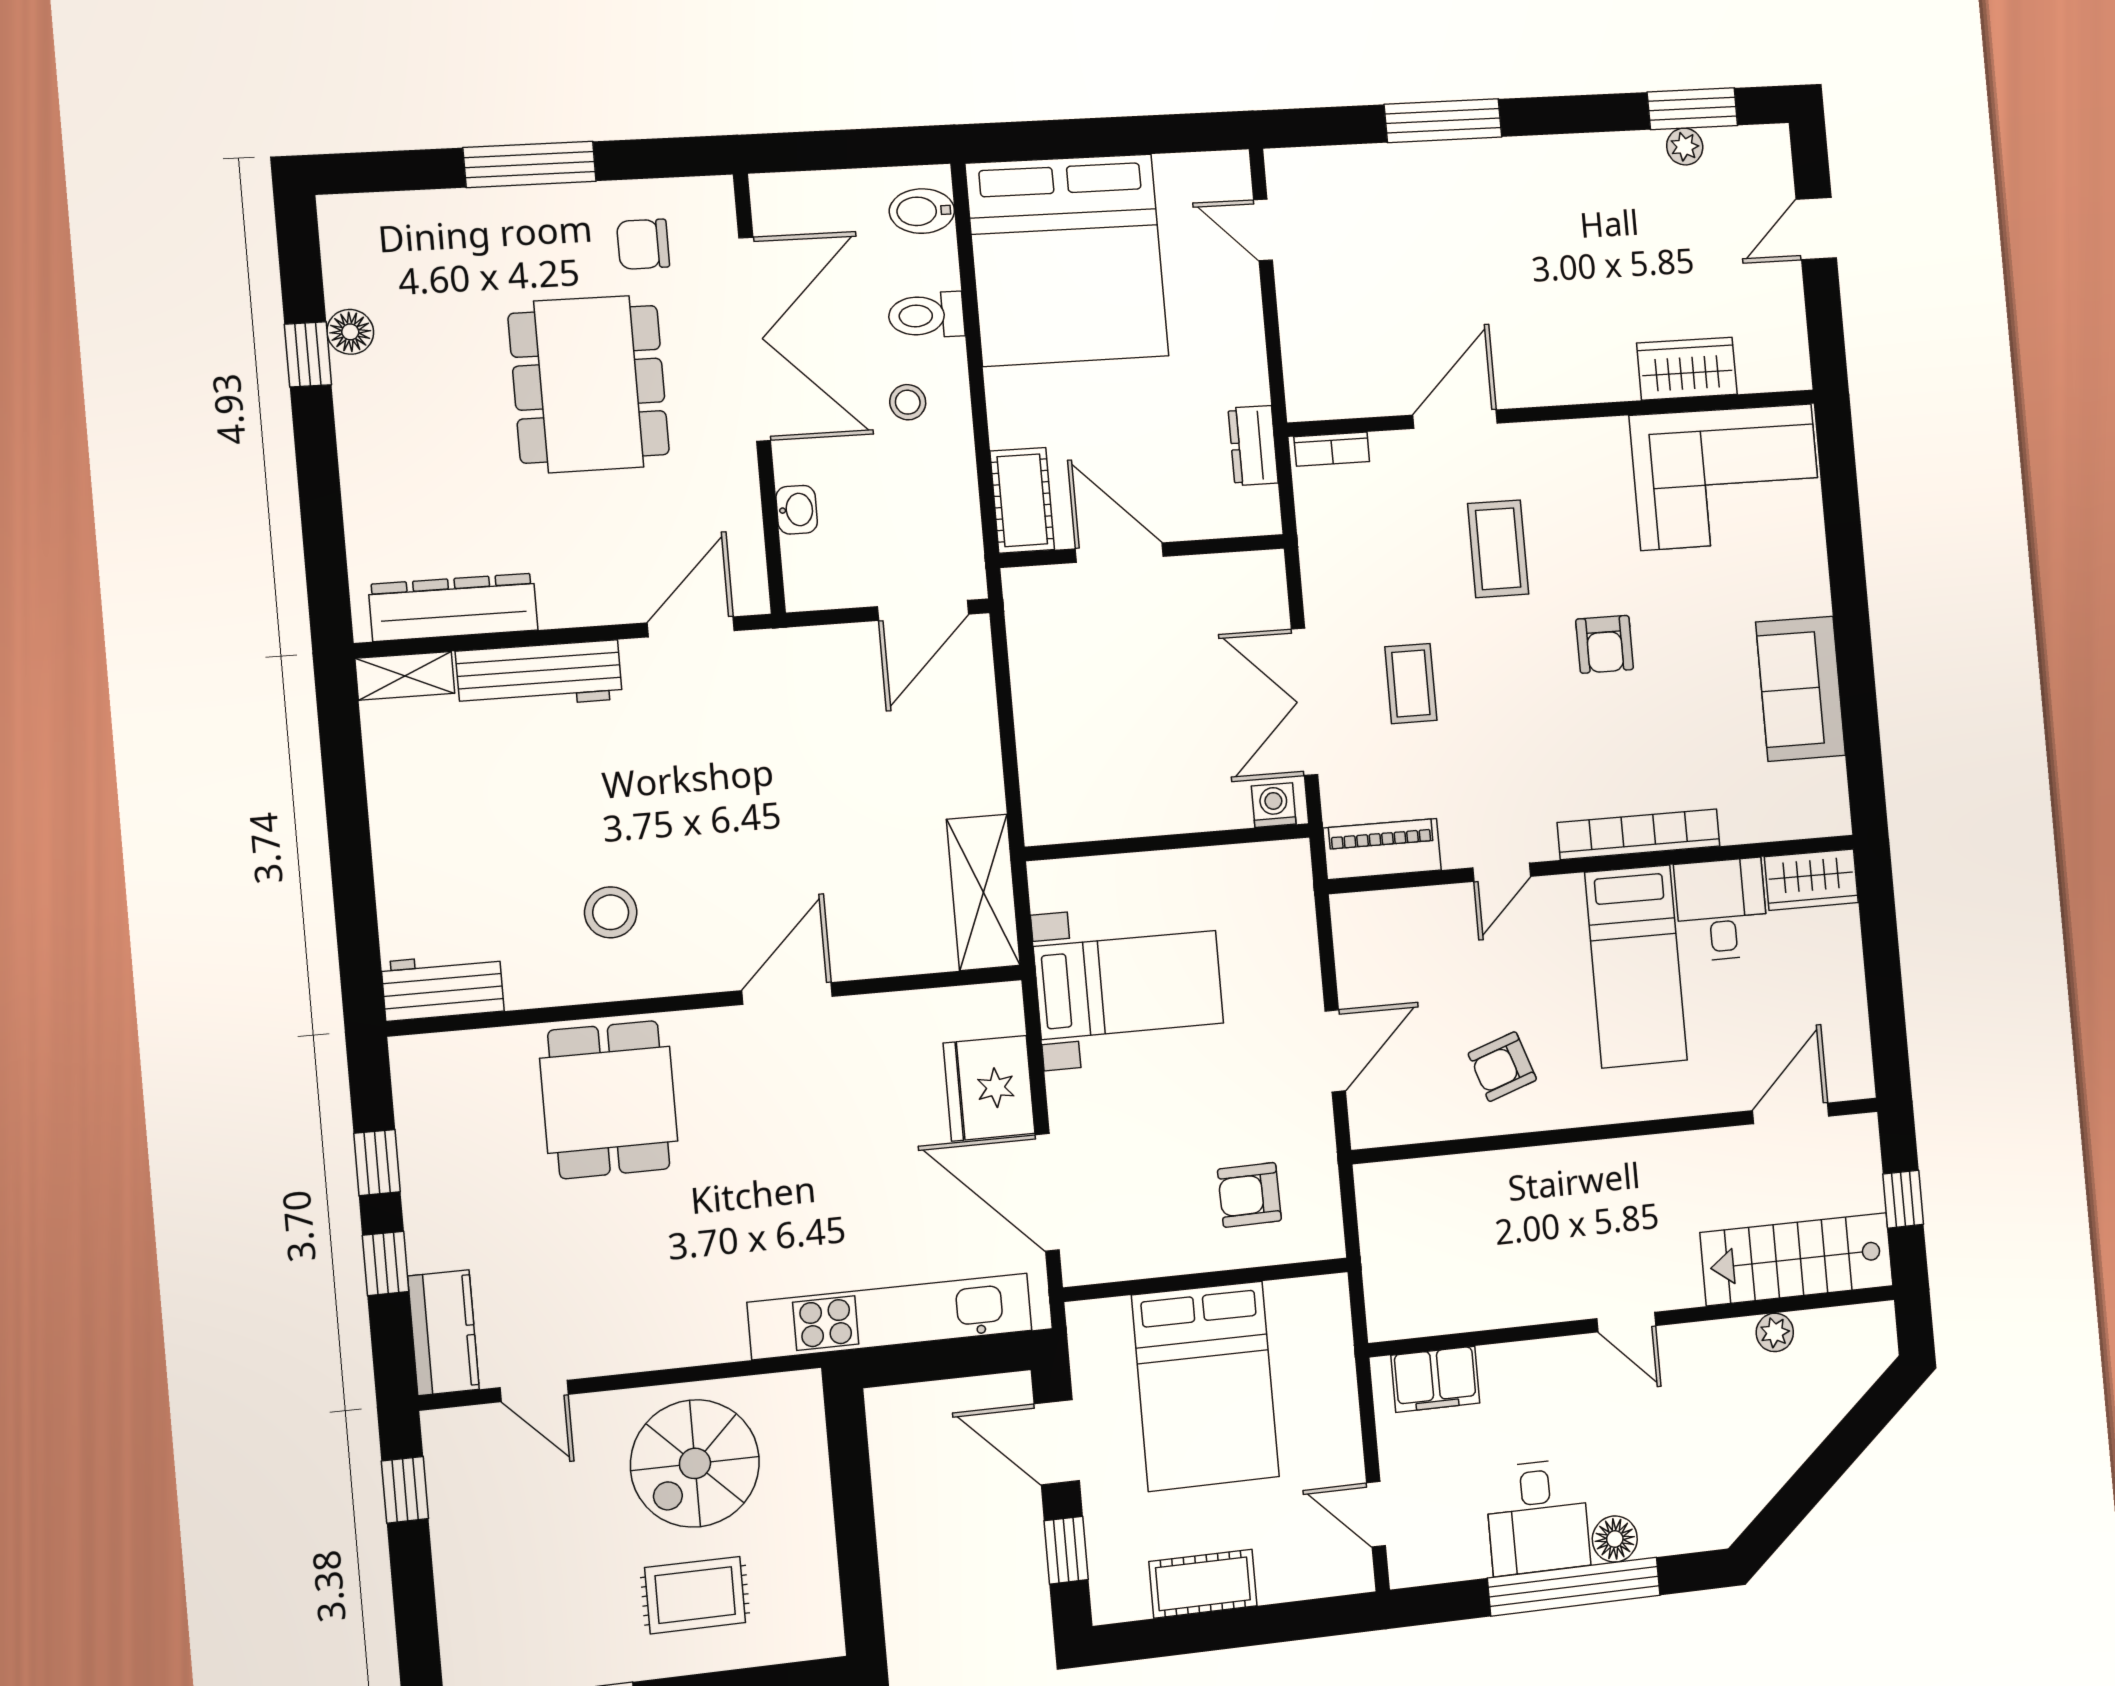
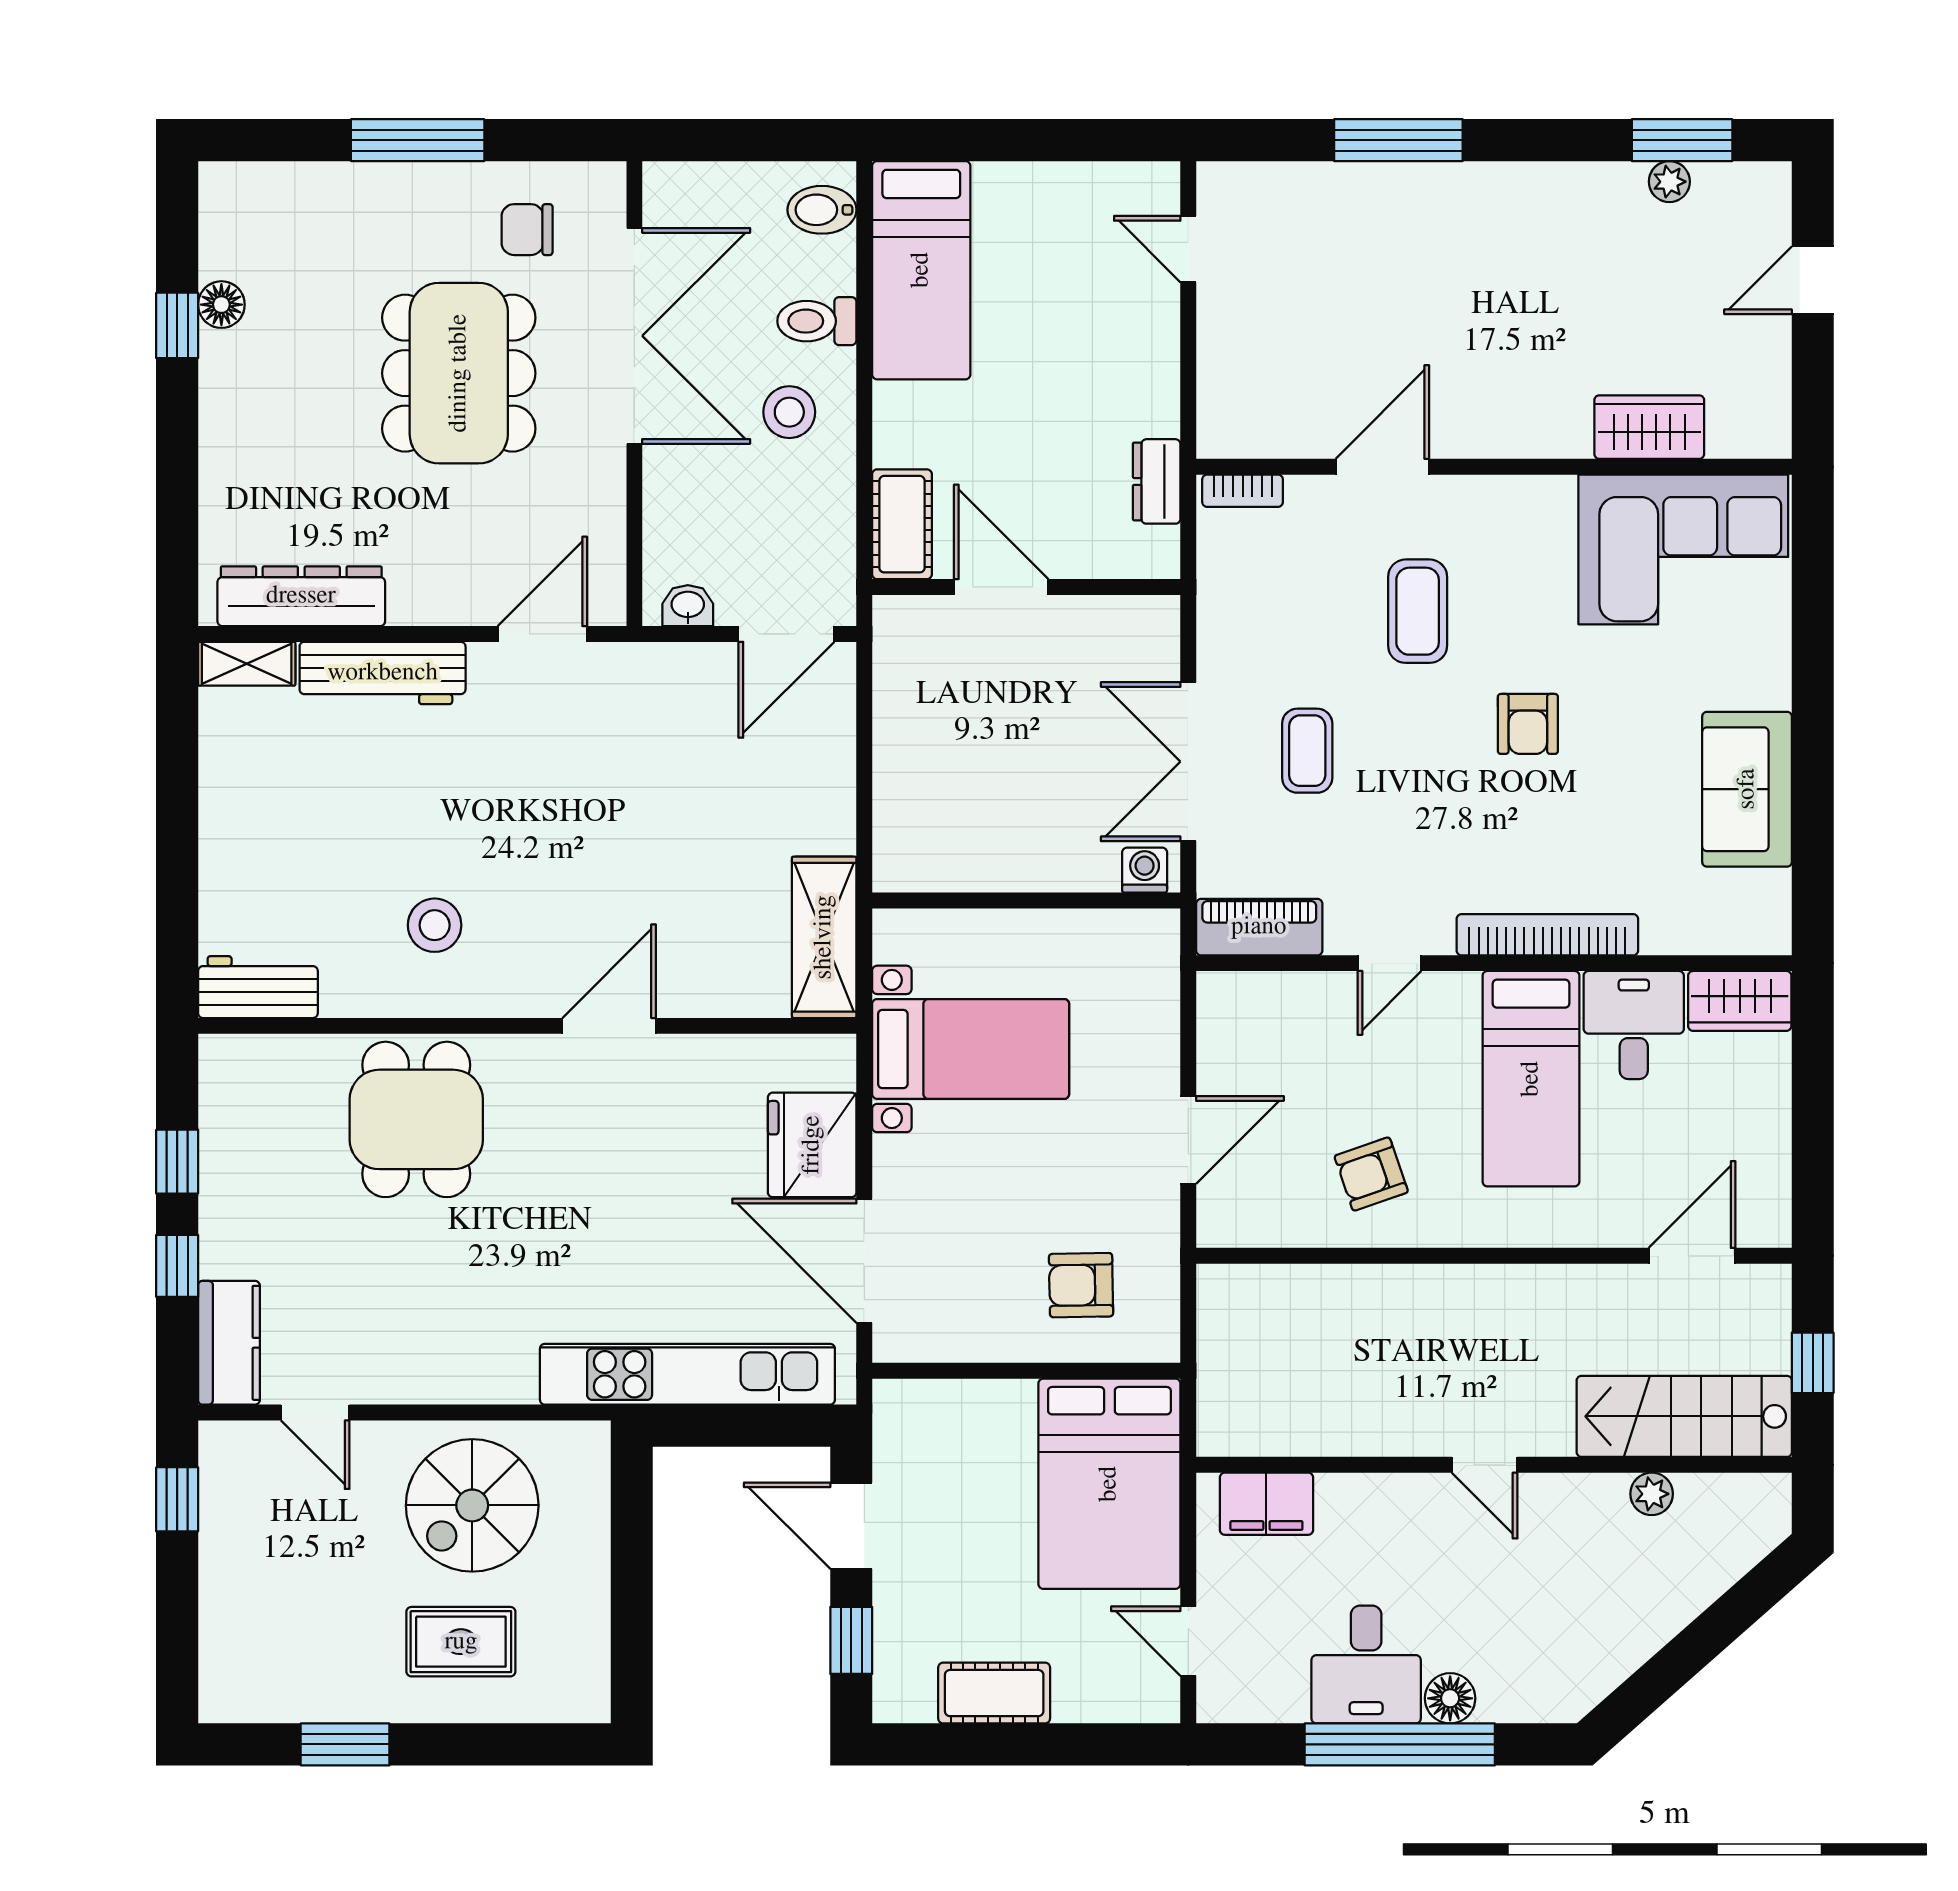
bed: (1067, 260) -> (921, 270), width x0.49
stool: (908, 402) -> (789, 412), width x1.37, depth x1.37
washbasin: (797, 510) -> (688, 606), moved, turned -90
bed: (1205, 1386) -> (1109, 1484), moved

